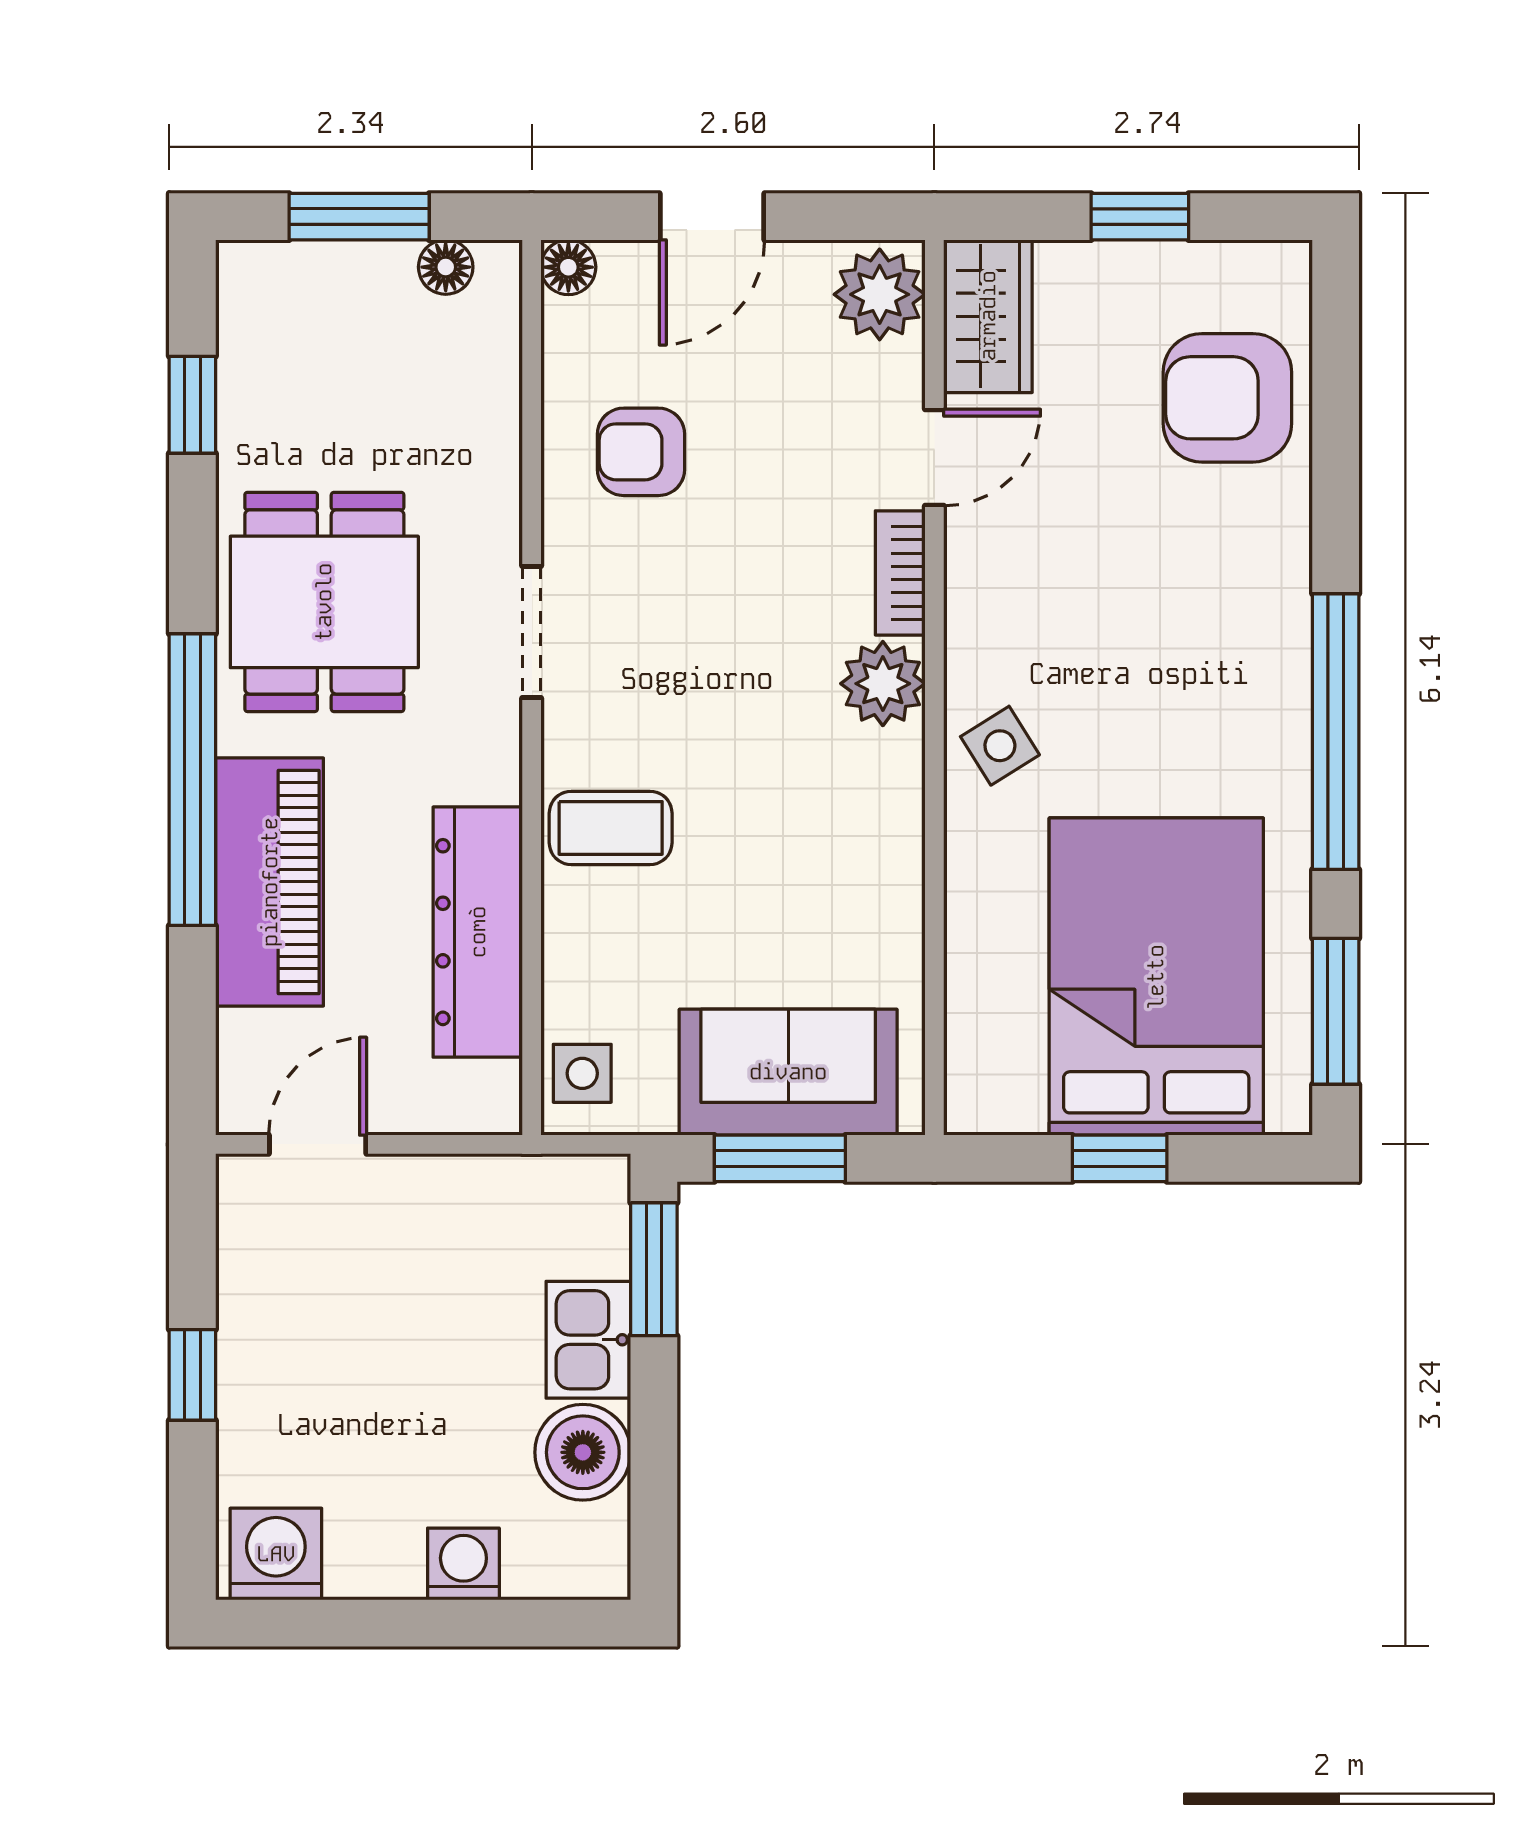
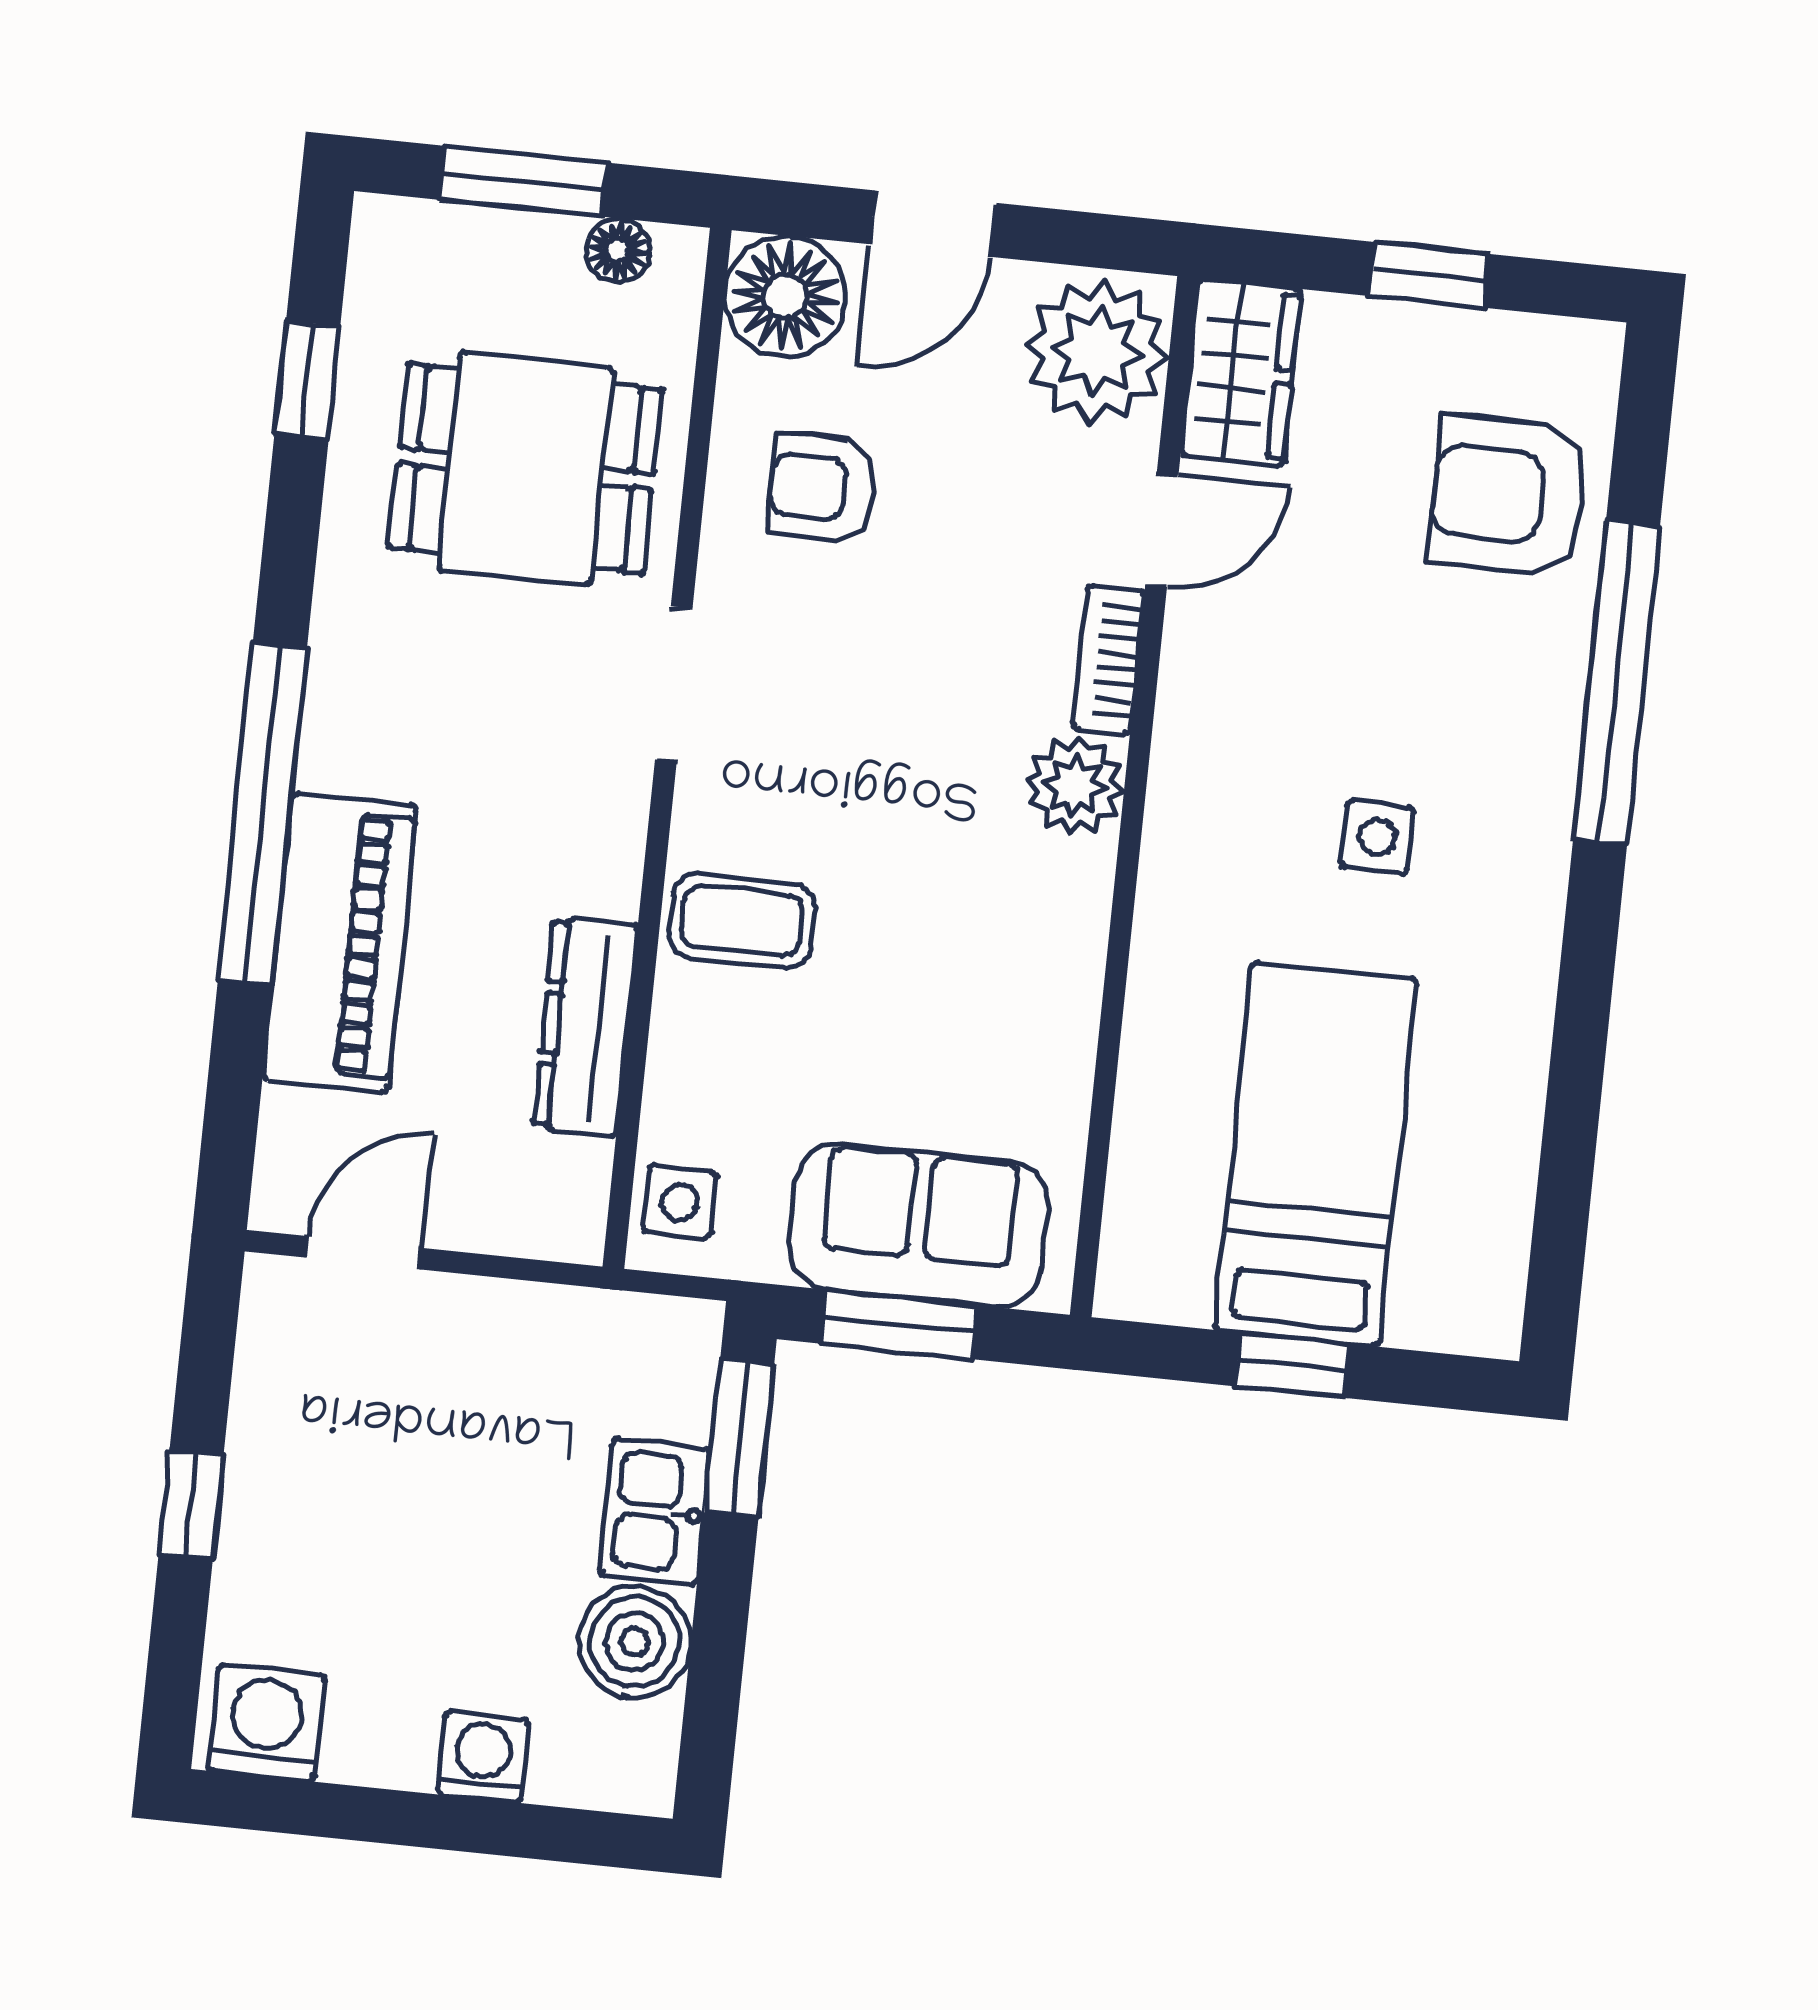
floor lamp: (568, 267) -> (785, 296), width x1.89, depth x1.89
plant: (880, 294) -> (1097, 351), width x1.36, depth x1.36
dining table: (324, 602) -> (526, 469), moved, turned 90
window: (1336, 732) -> (1616, 683), moved
side table: (1000, 746) -> (1377, 837), moved, turned 32
dresser: (478, 932) -> (585, 1027), width x0.73, depth x0.80
bed: (1156, 977) -> (1316, 1154), width x0.67
window: (1336, 1011) -> (1561, 1220), removed

